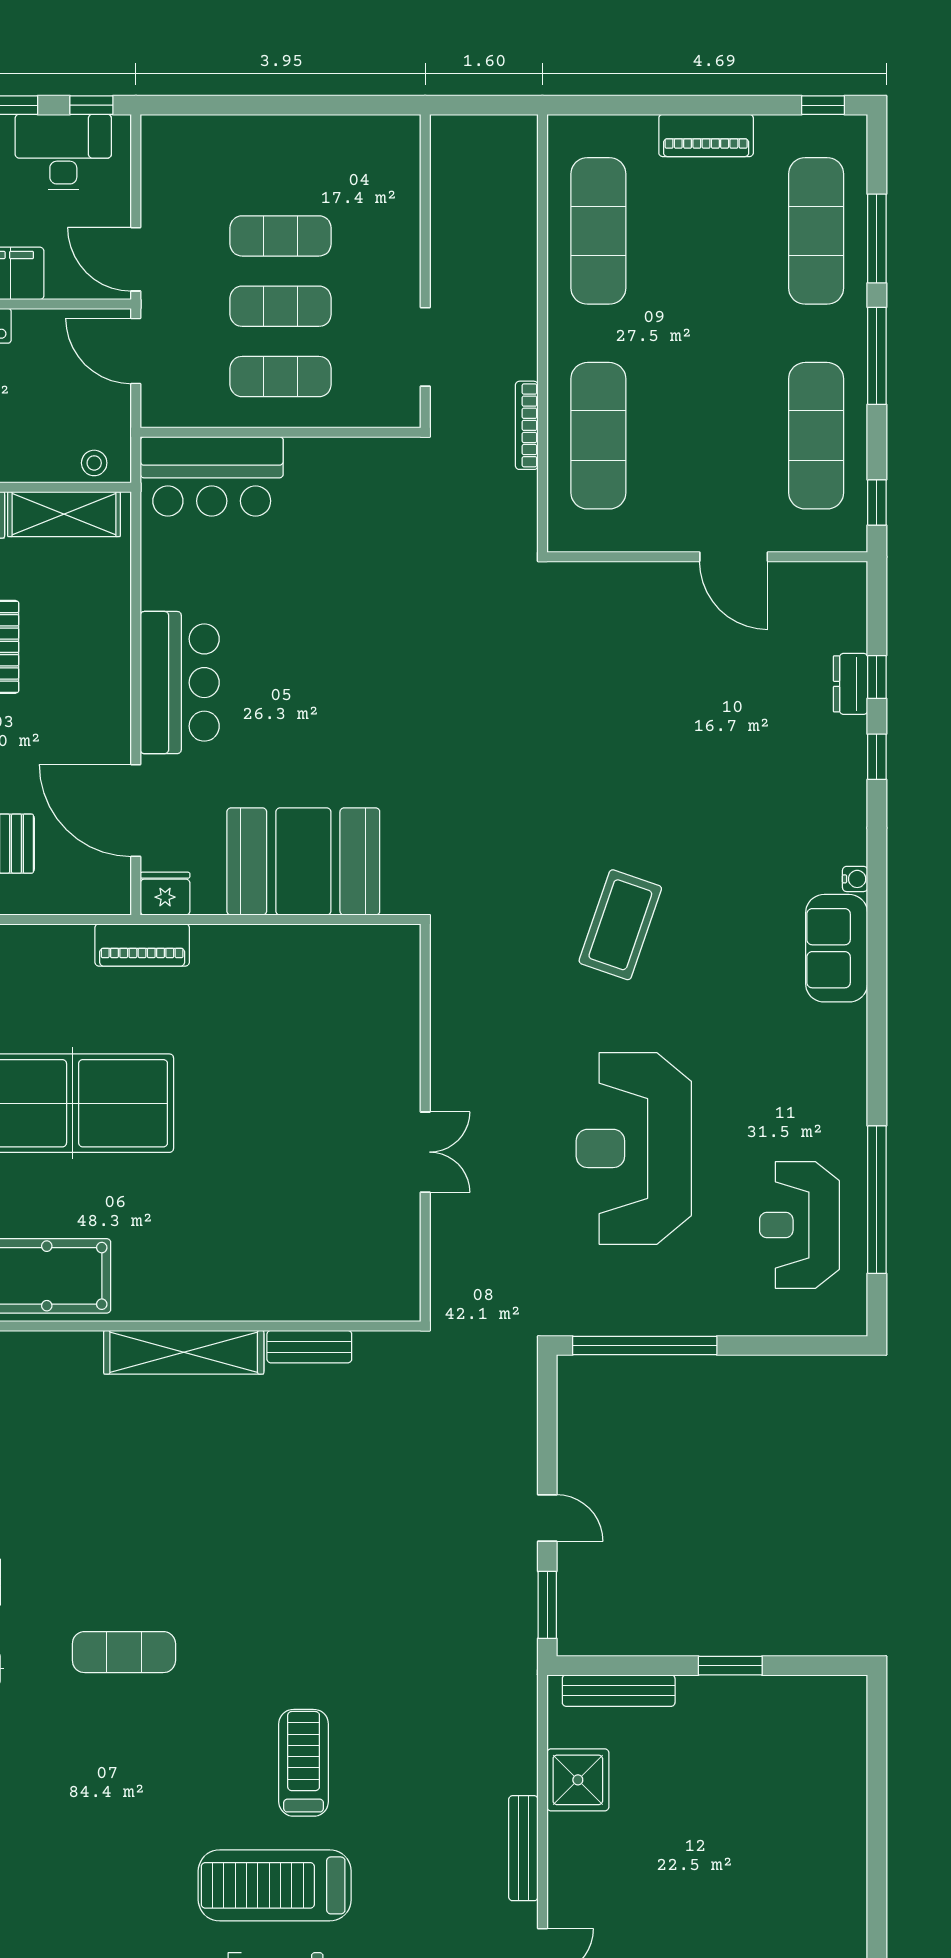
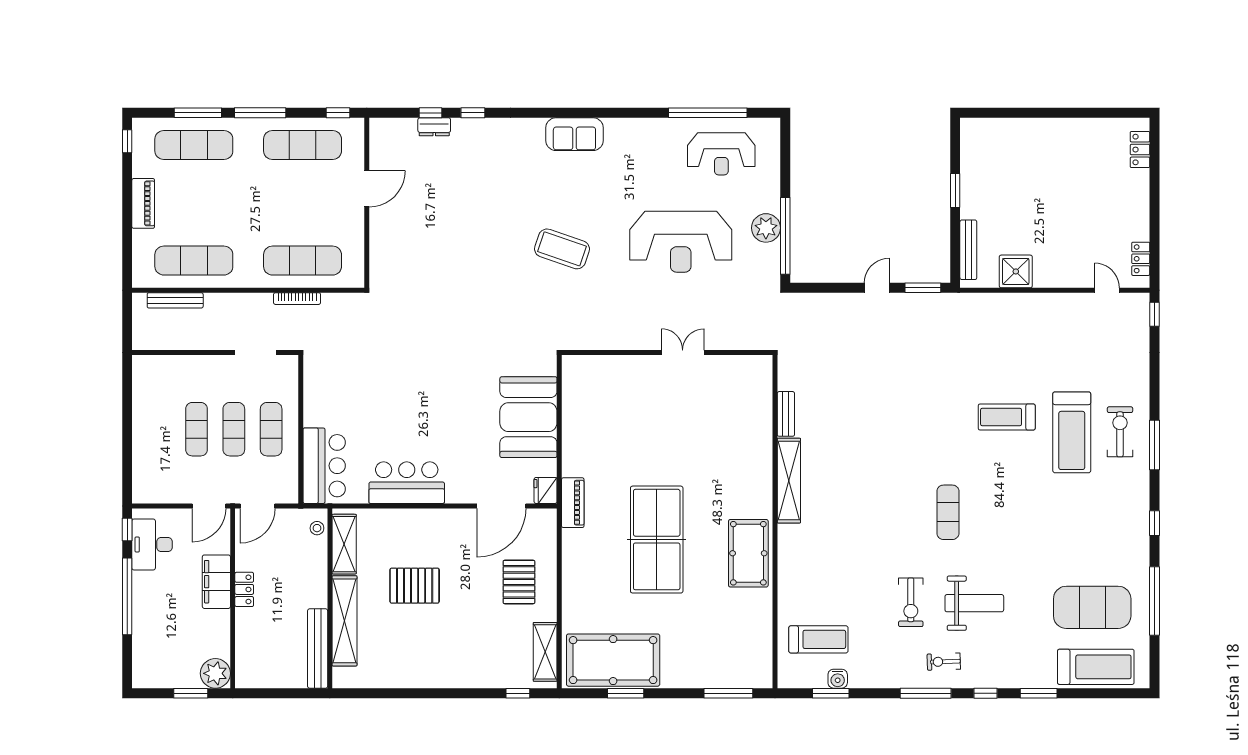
bar counter: (180, 683) -> (407, 483), moved
water cooler: (855, 879) -> (538, 124), removed
plant: (660, 1309) -> (766, 228), added
bench: (523, 1848) -> (175, 300), moved

